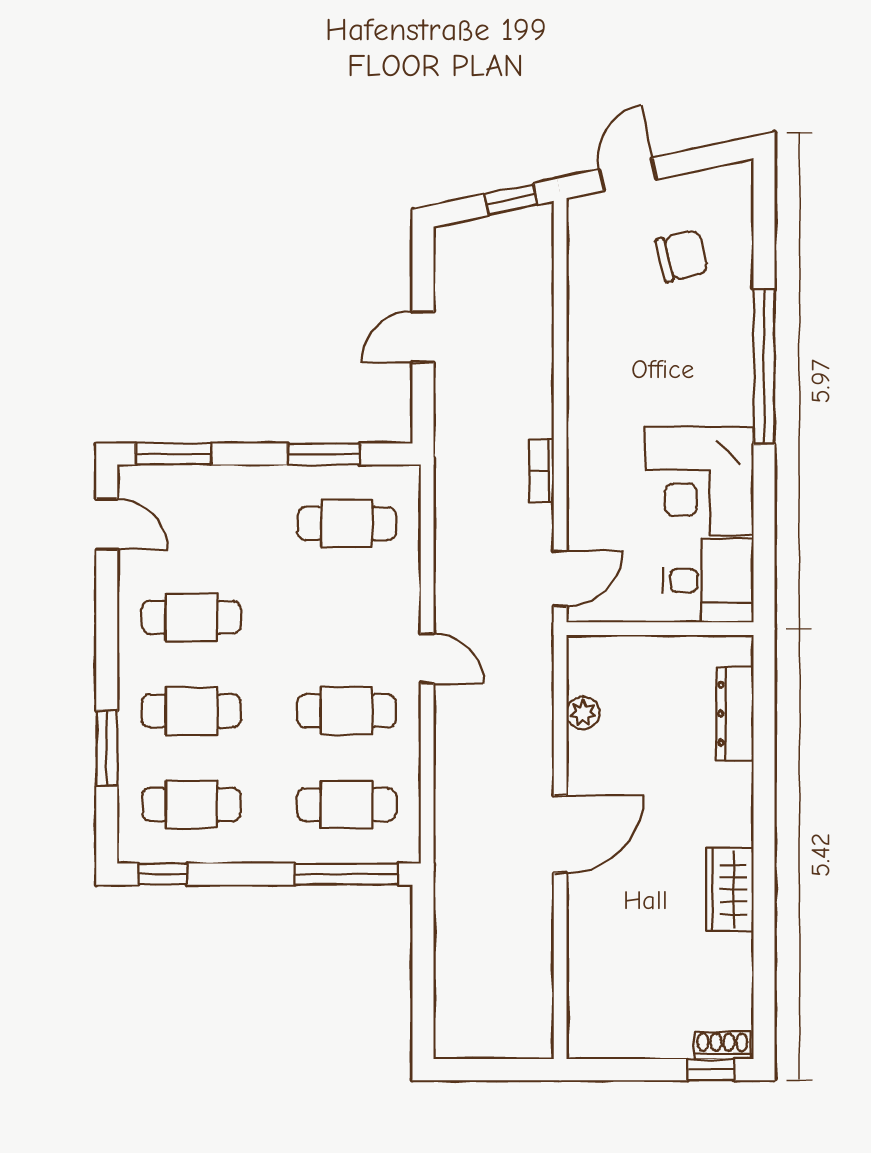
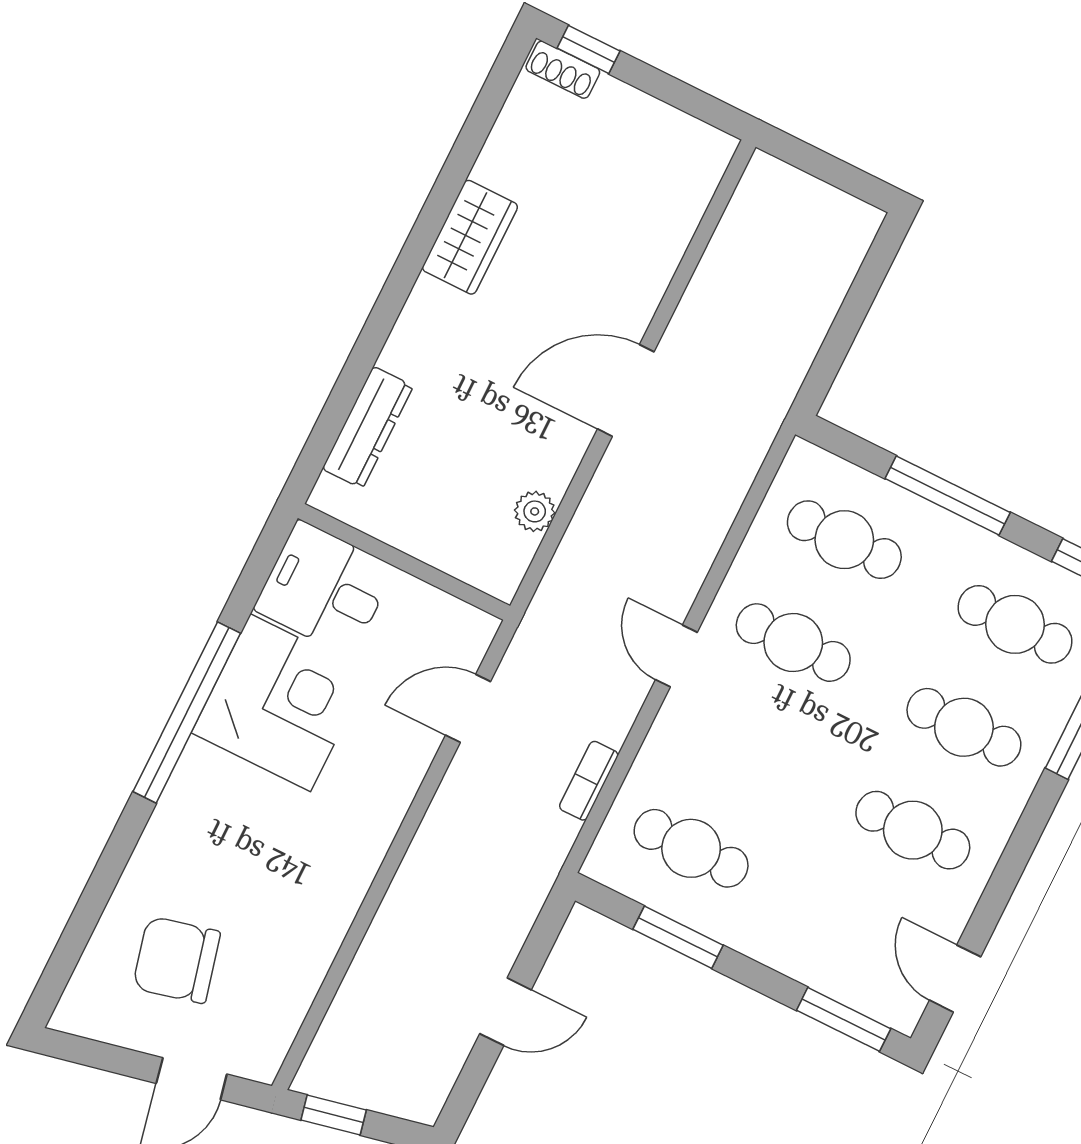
chair: (682, 256) -> (177, 960), width x1.37, depth x1.37
window: (764, 367) -> (187, 712), moved
bookcase: (541, 471) -> (589, 781), moved, turned 180
door: (560, 579) -> (468, 708), moved
window: (346, 874) -> (948, 496), moved

